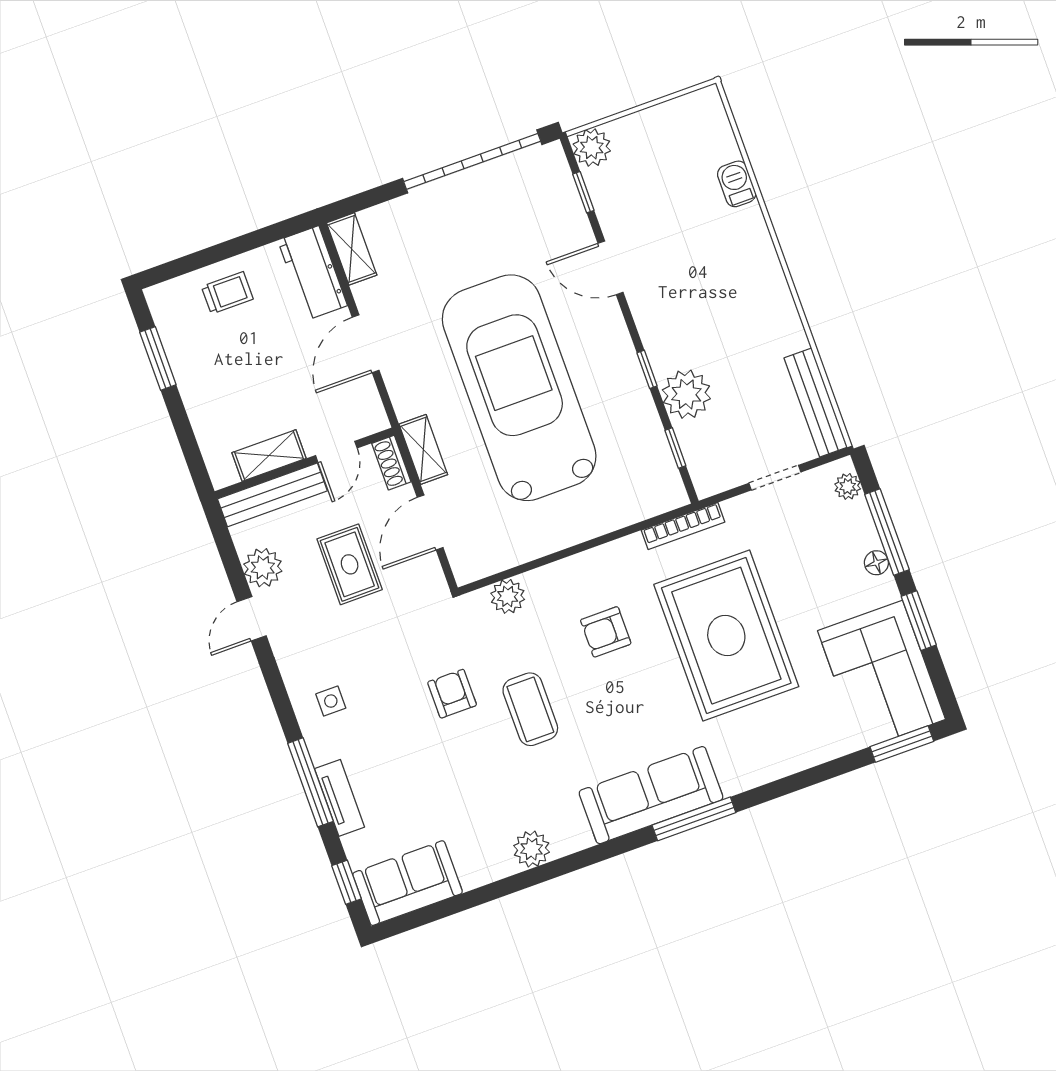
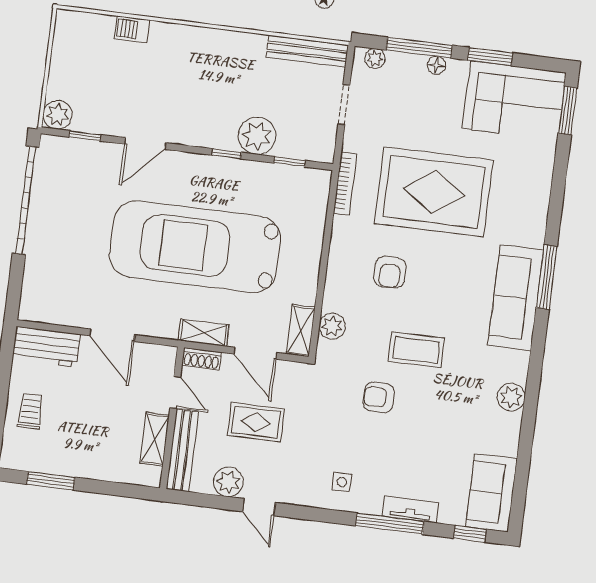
shelving: (352, 249) -> (301, 331), moved, turned 90

